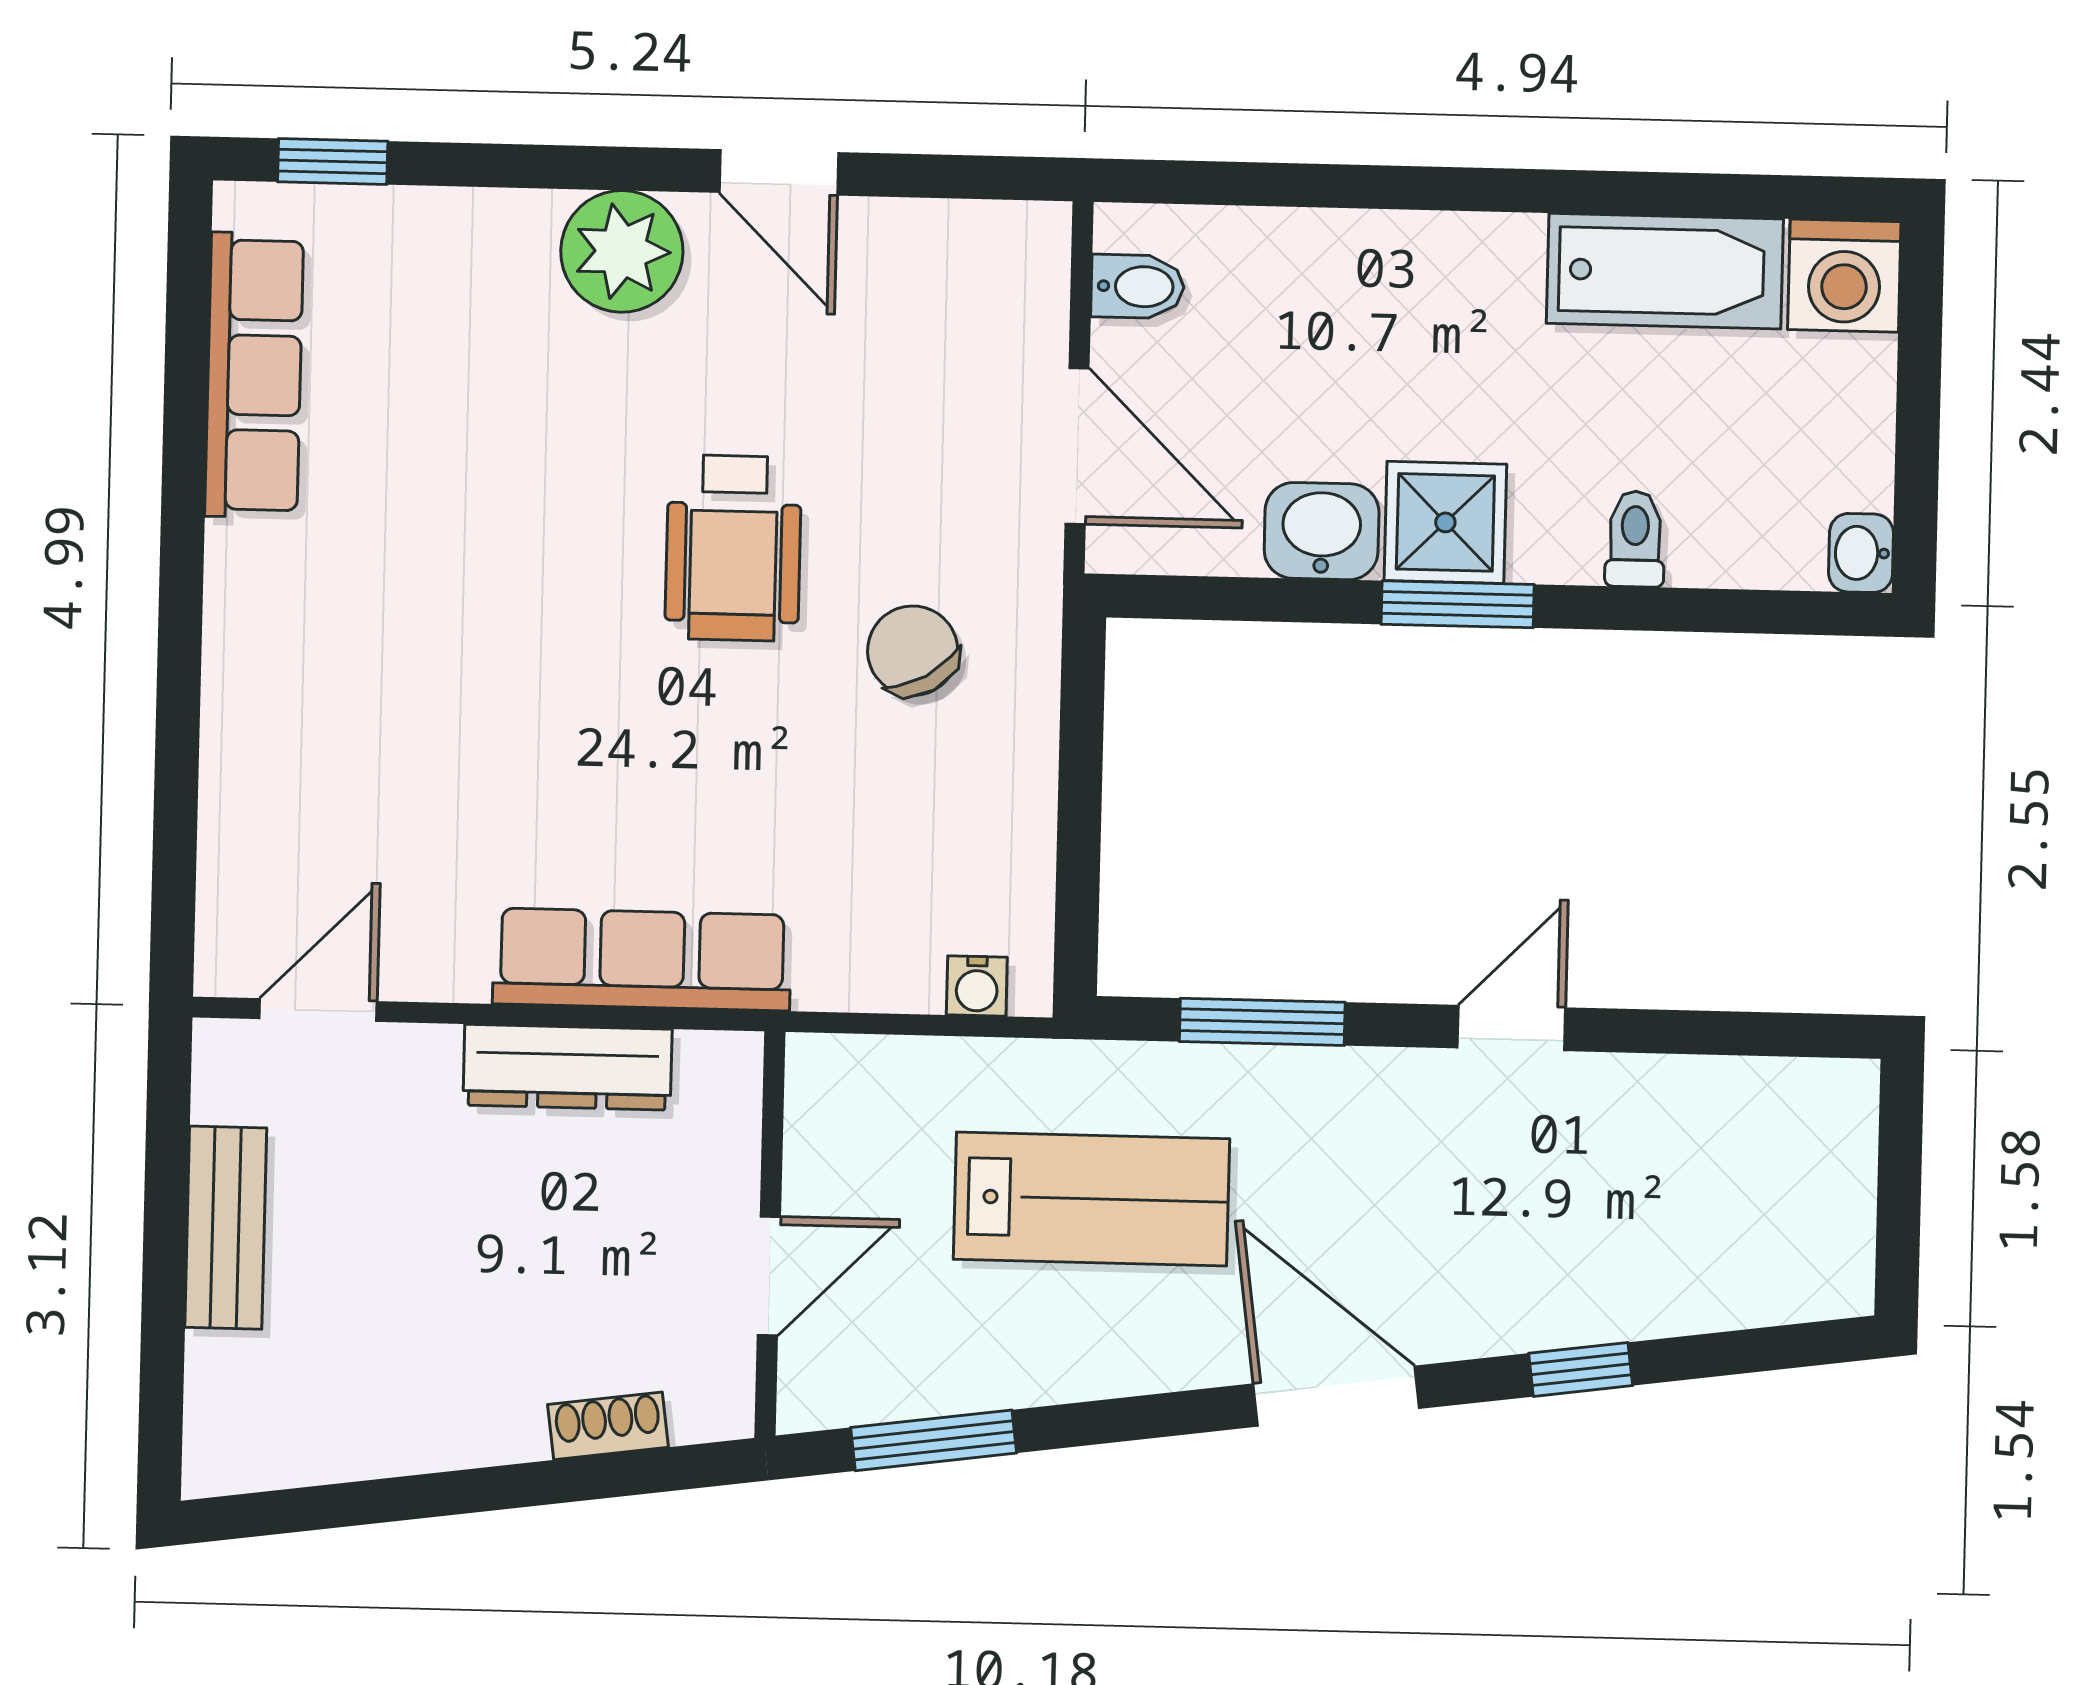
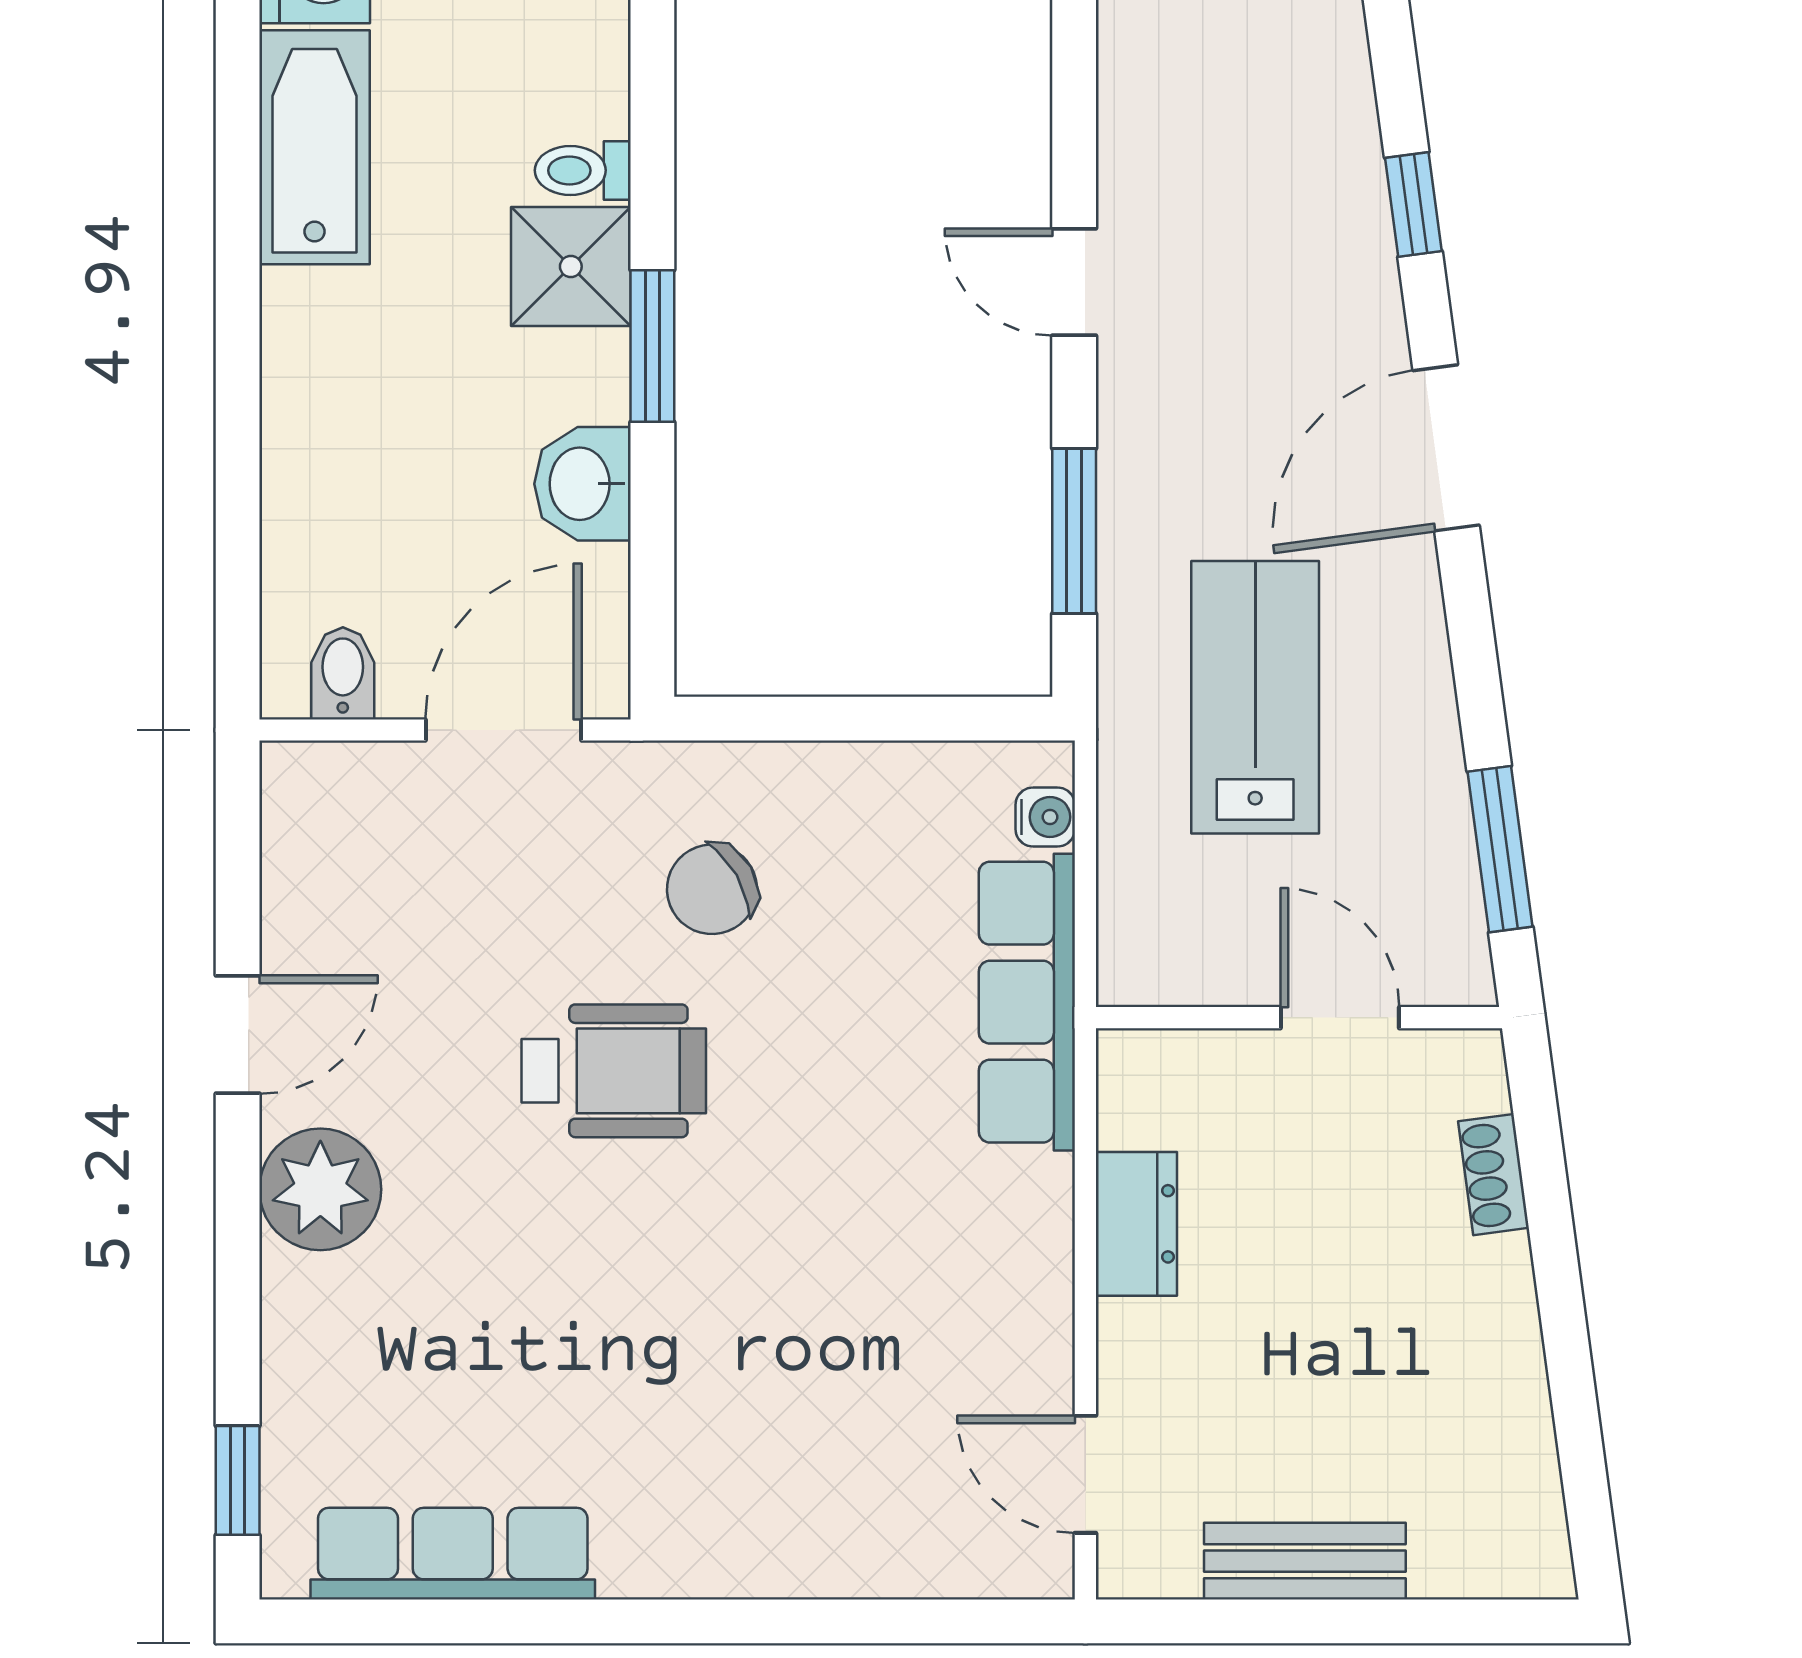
shower: (1445, 522) -> (571, 266), moved
row of seats: (642, 959) -> (1027, 1002), moved
dresser: (567, 1067) -> (1136, 1224), width x0.70

